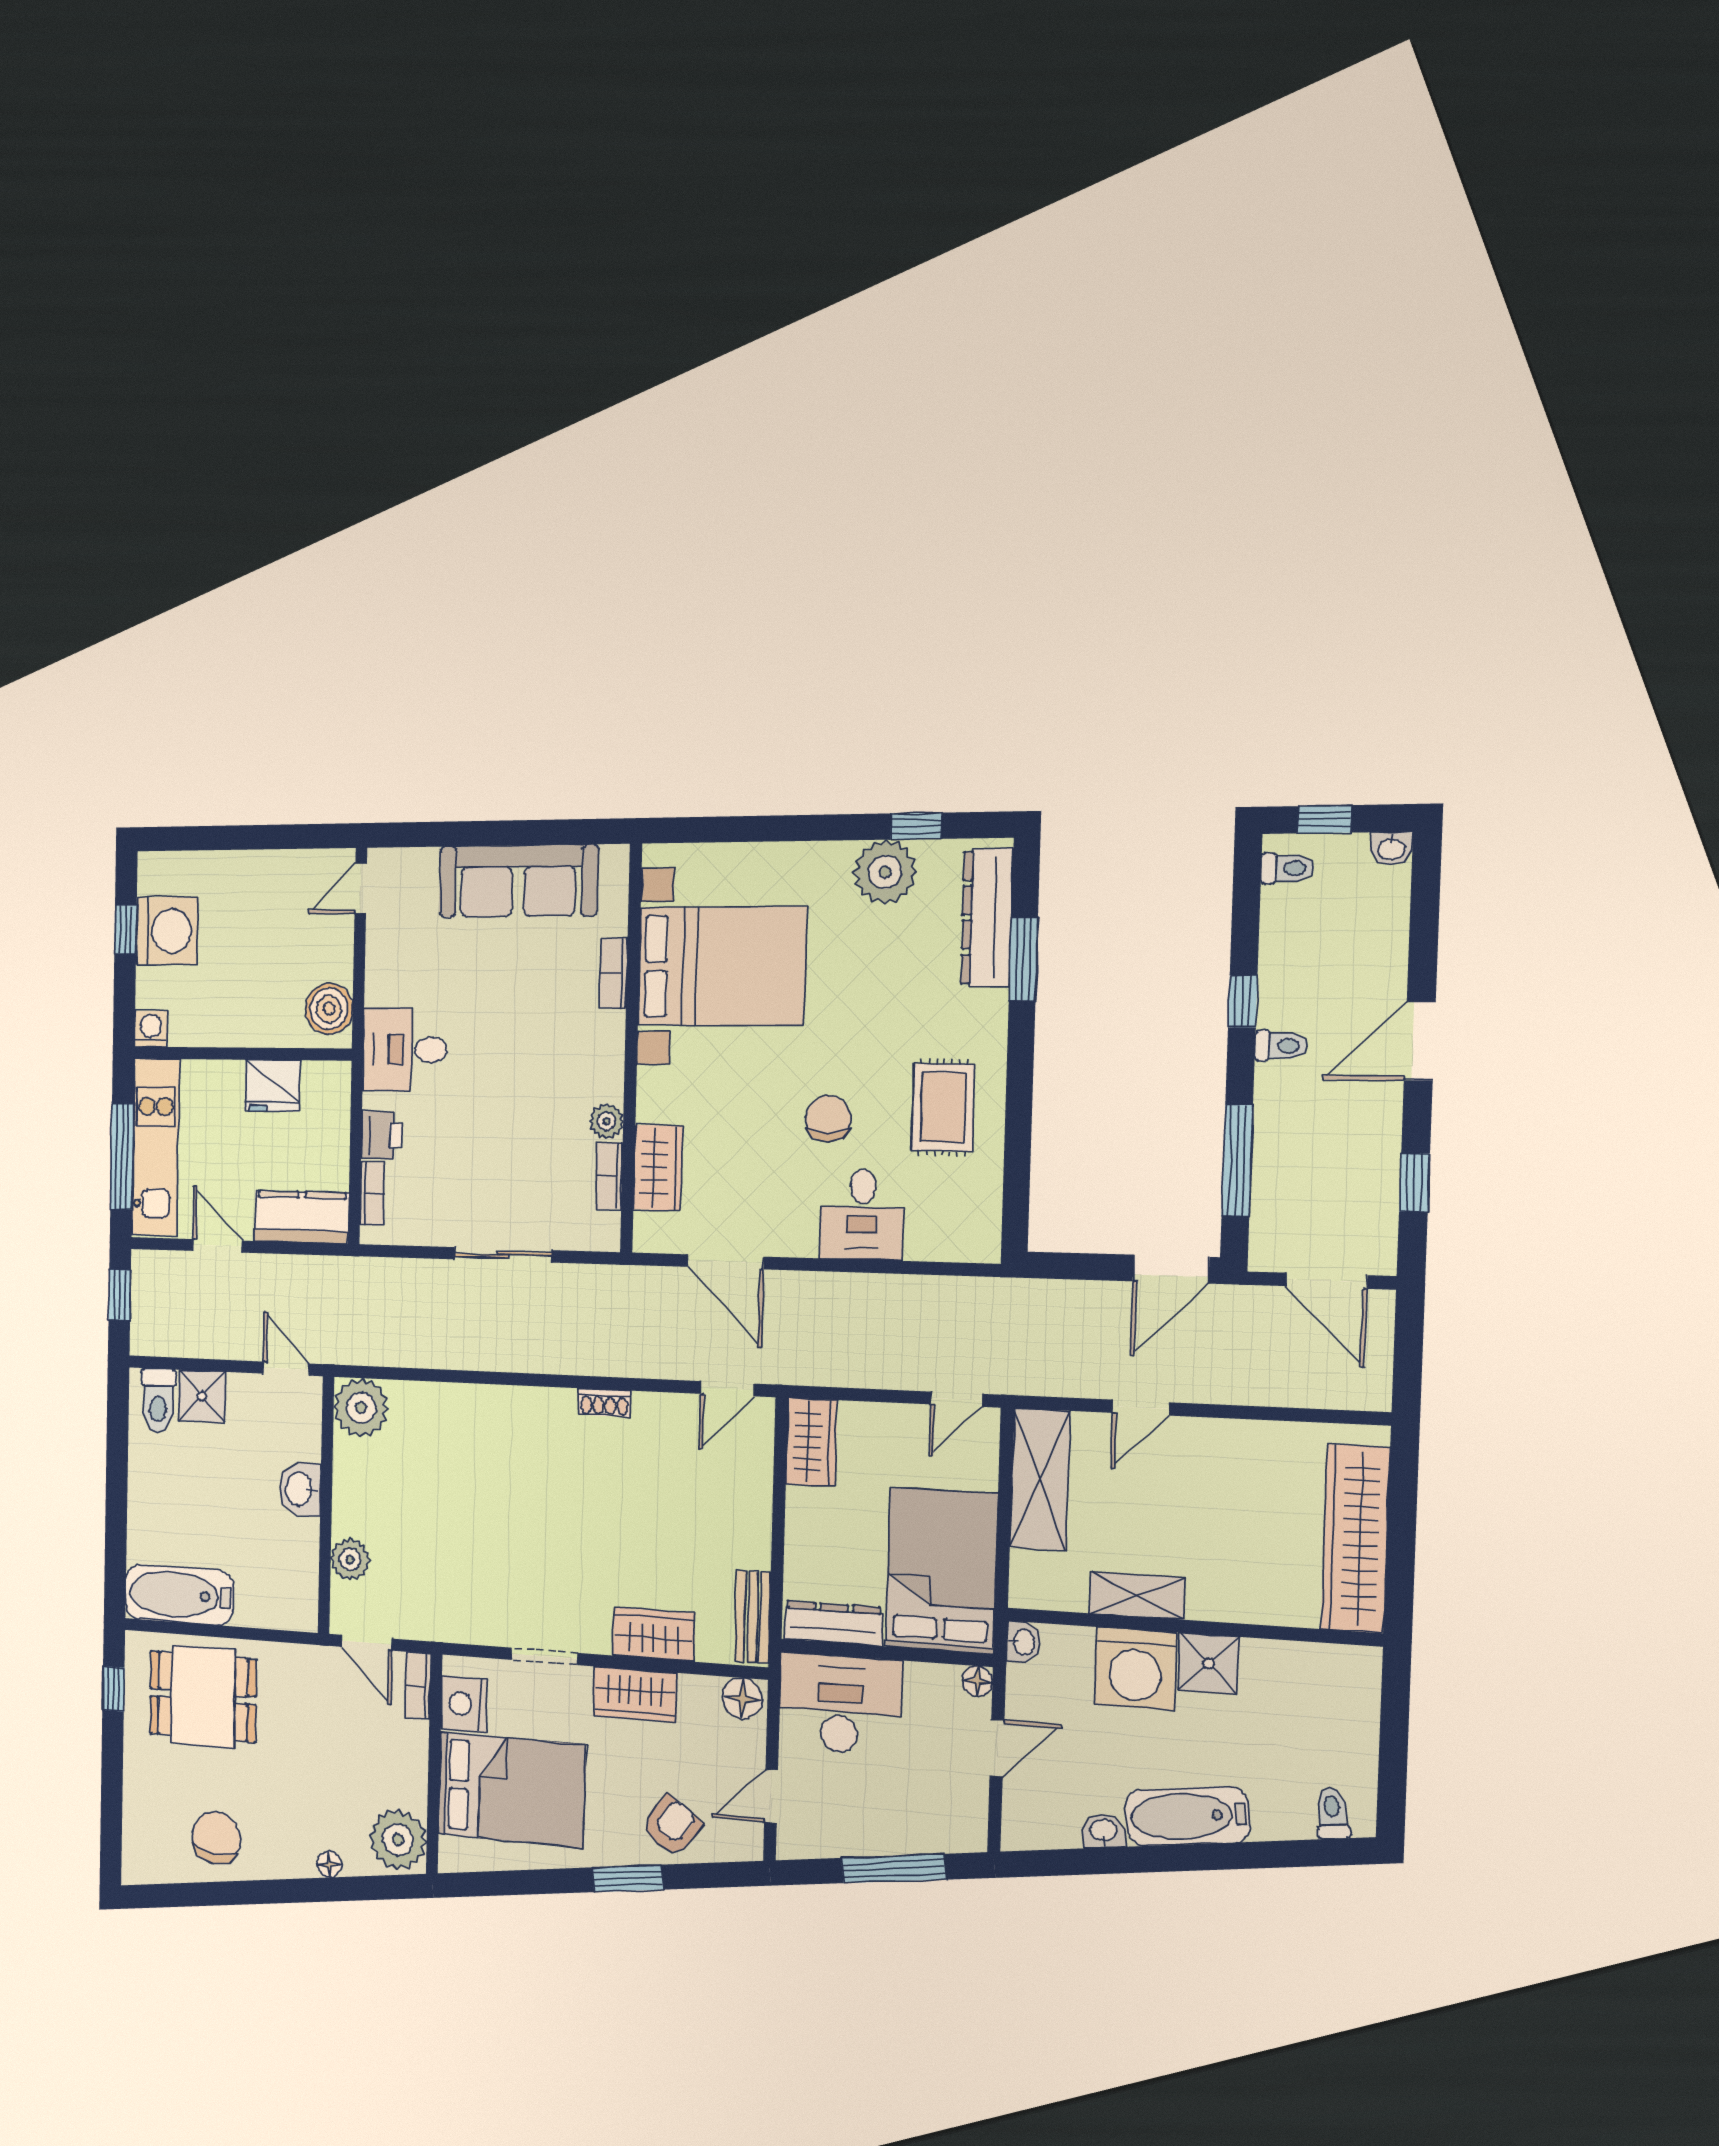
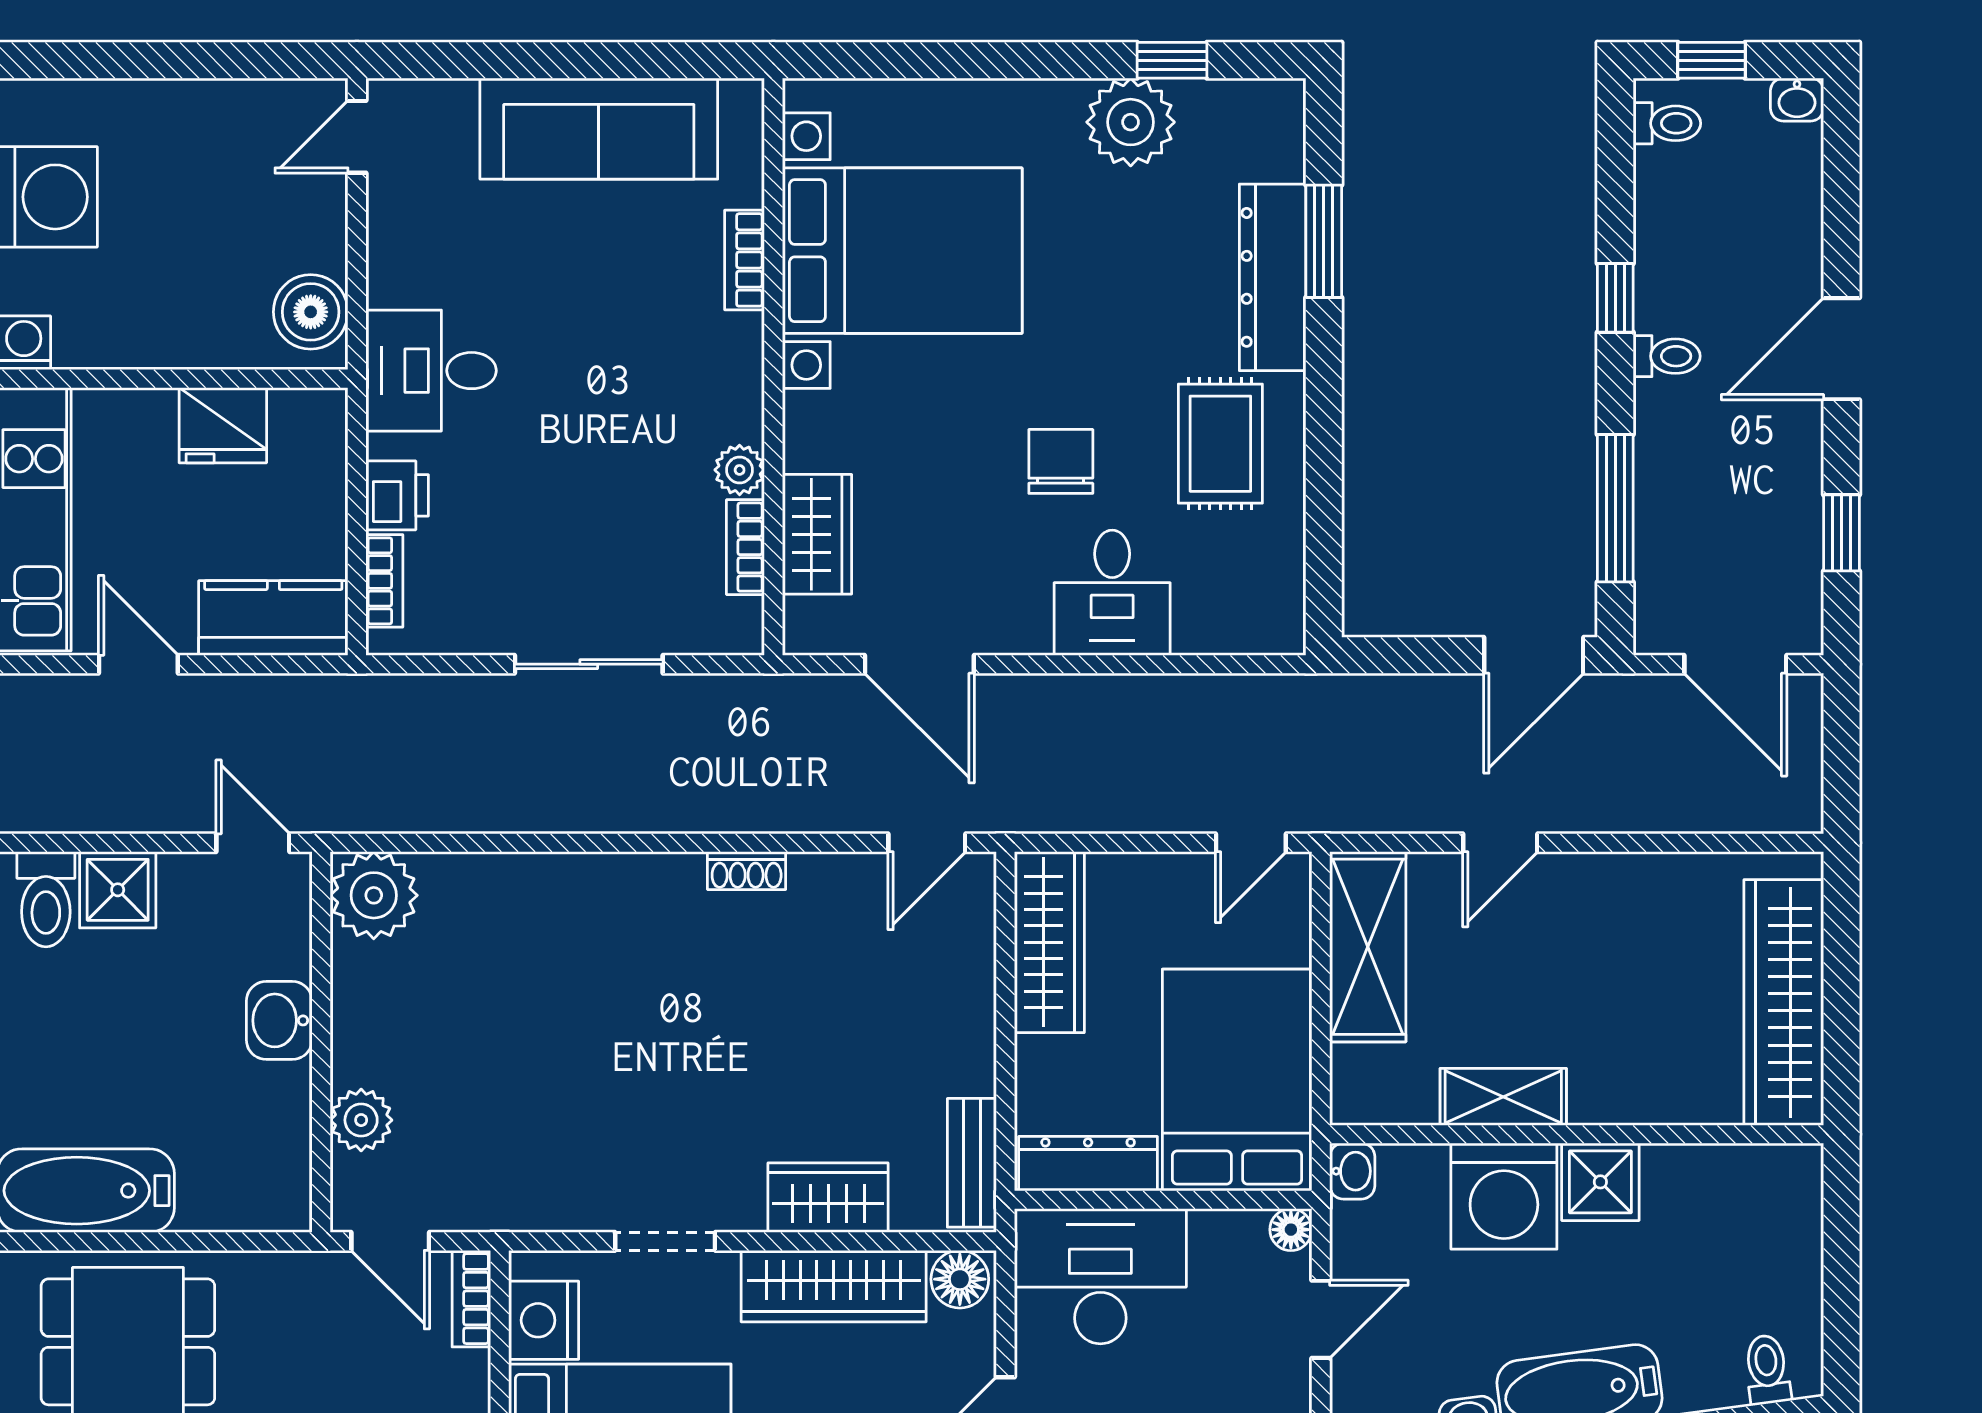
dresser: (987, 917) -> (1273, 277), moved
wardrobe: (811, 1442) -> (1049, 942), width x1.50
wardrobe: (635, 1695) -> (834, 1286), width x1.50

